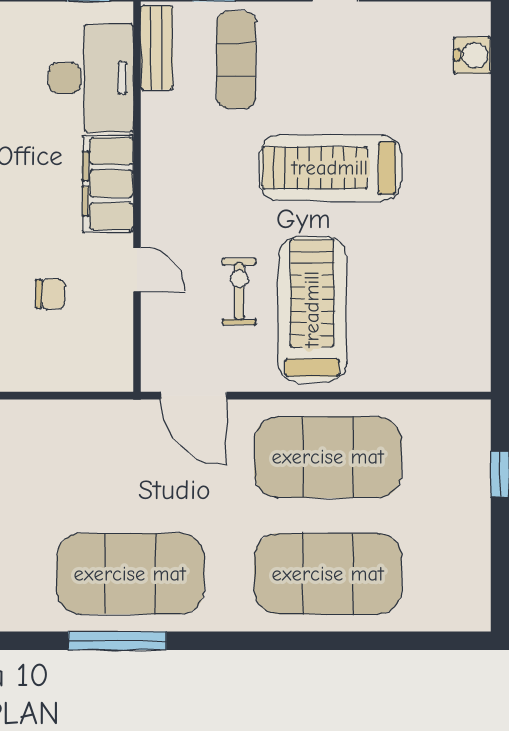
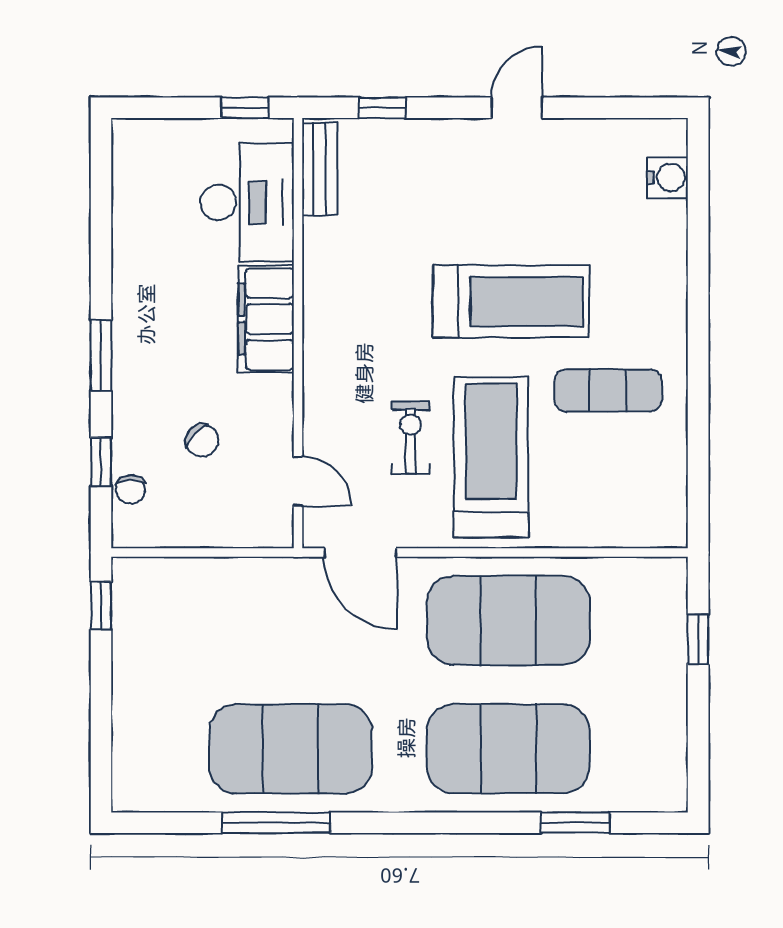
exercise mat: (236, 60) -> (608, 390), moved, turned 90
treadmill: (330, 168) -> (511, 301), turned 180
door: (137, 270) -> (298, 481), moved
chair: (50, 294) -> (202, 440), turned 42
window: (389, 641) -> (575, 823), added

